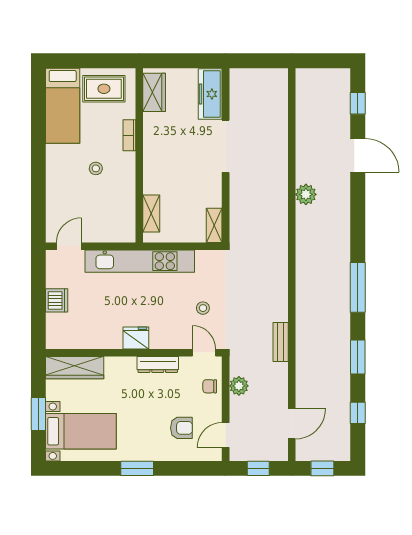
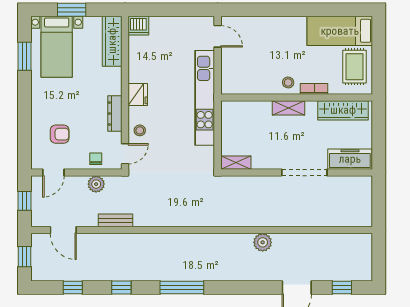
wardrobe: (154, 92) -> (343, 110), width x1.50
stool: (96, 168) -> (288, 82), moved
shelving: (151, 213) -> (288, 108), moved
dishwasher: (57, 300) -> (138, 26), moved
stool: (203, 308) -> (140, 130), moved
bench: (281, 342) -> (116, 220), moved
window: (358, 357) -> (121, 288), width x0.67
armchair: (181, 428) -> (60, 134), turned -90
door: (226, 435) -> (53, 173), swing flipped
window: (137, 468) -> (24, 56), moved

